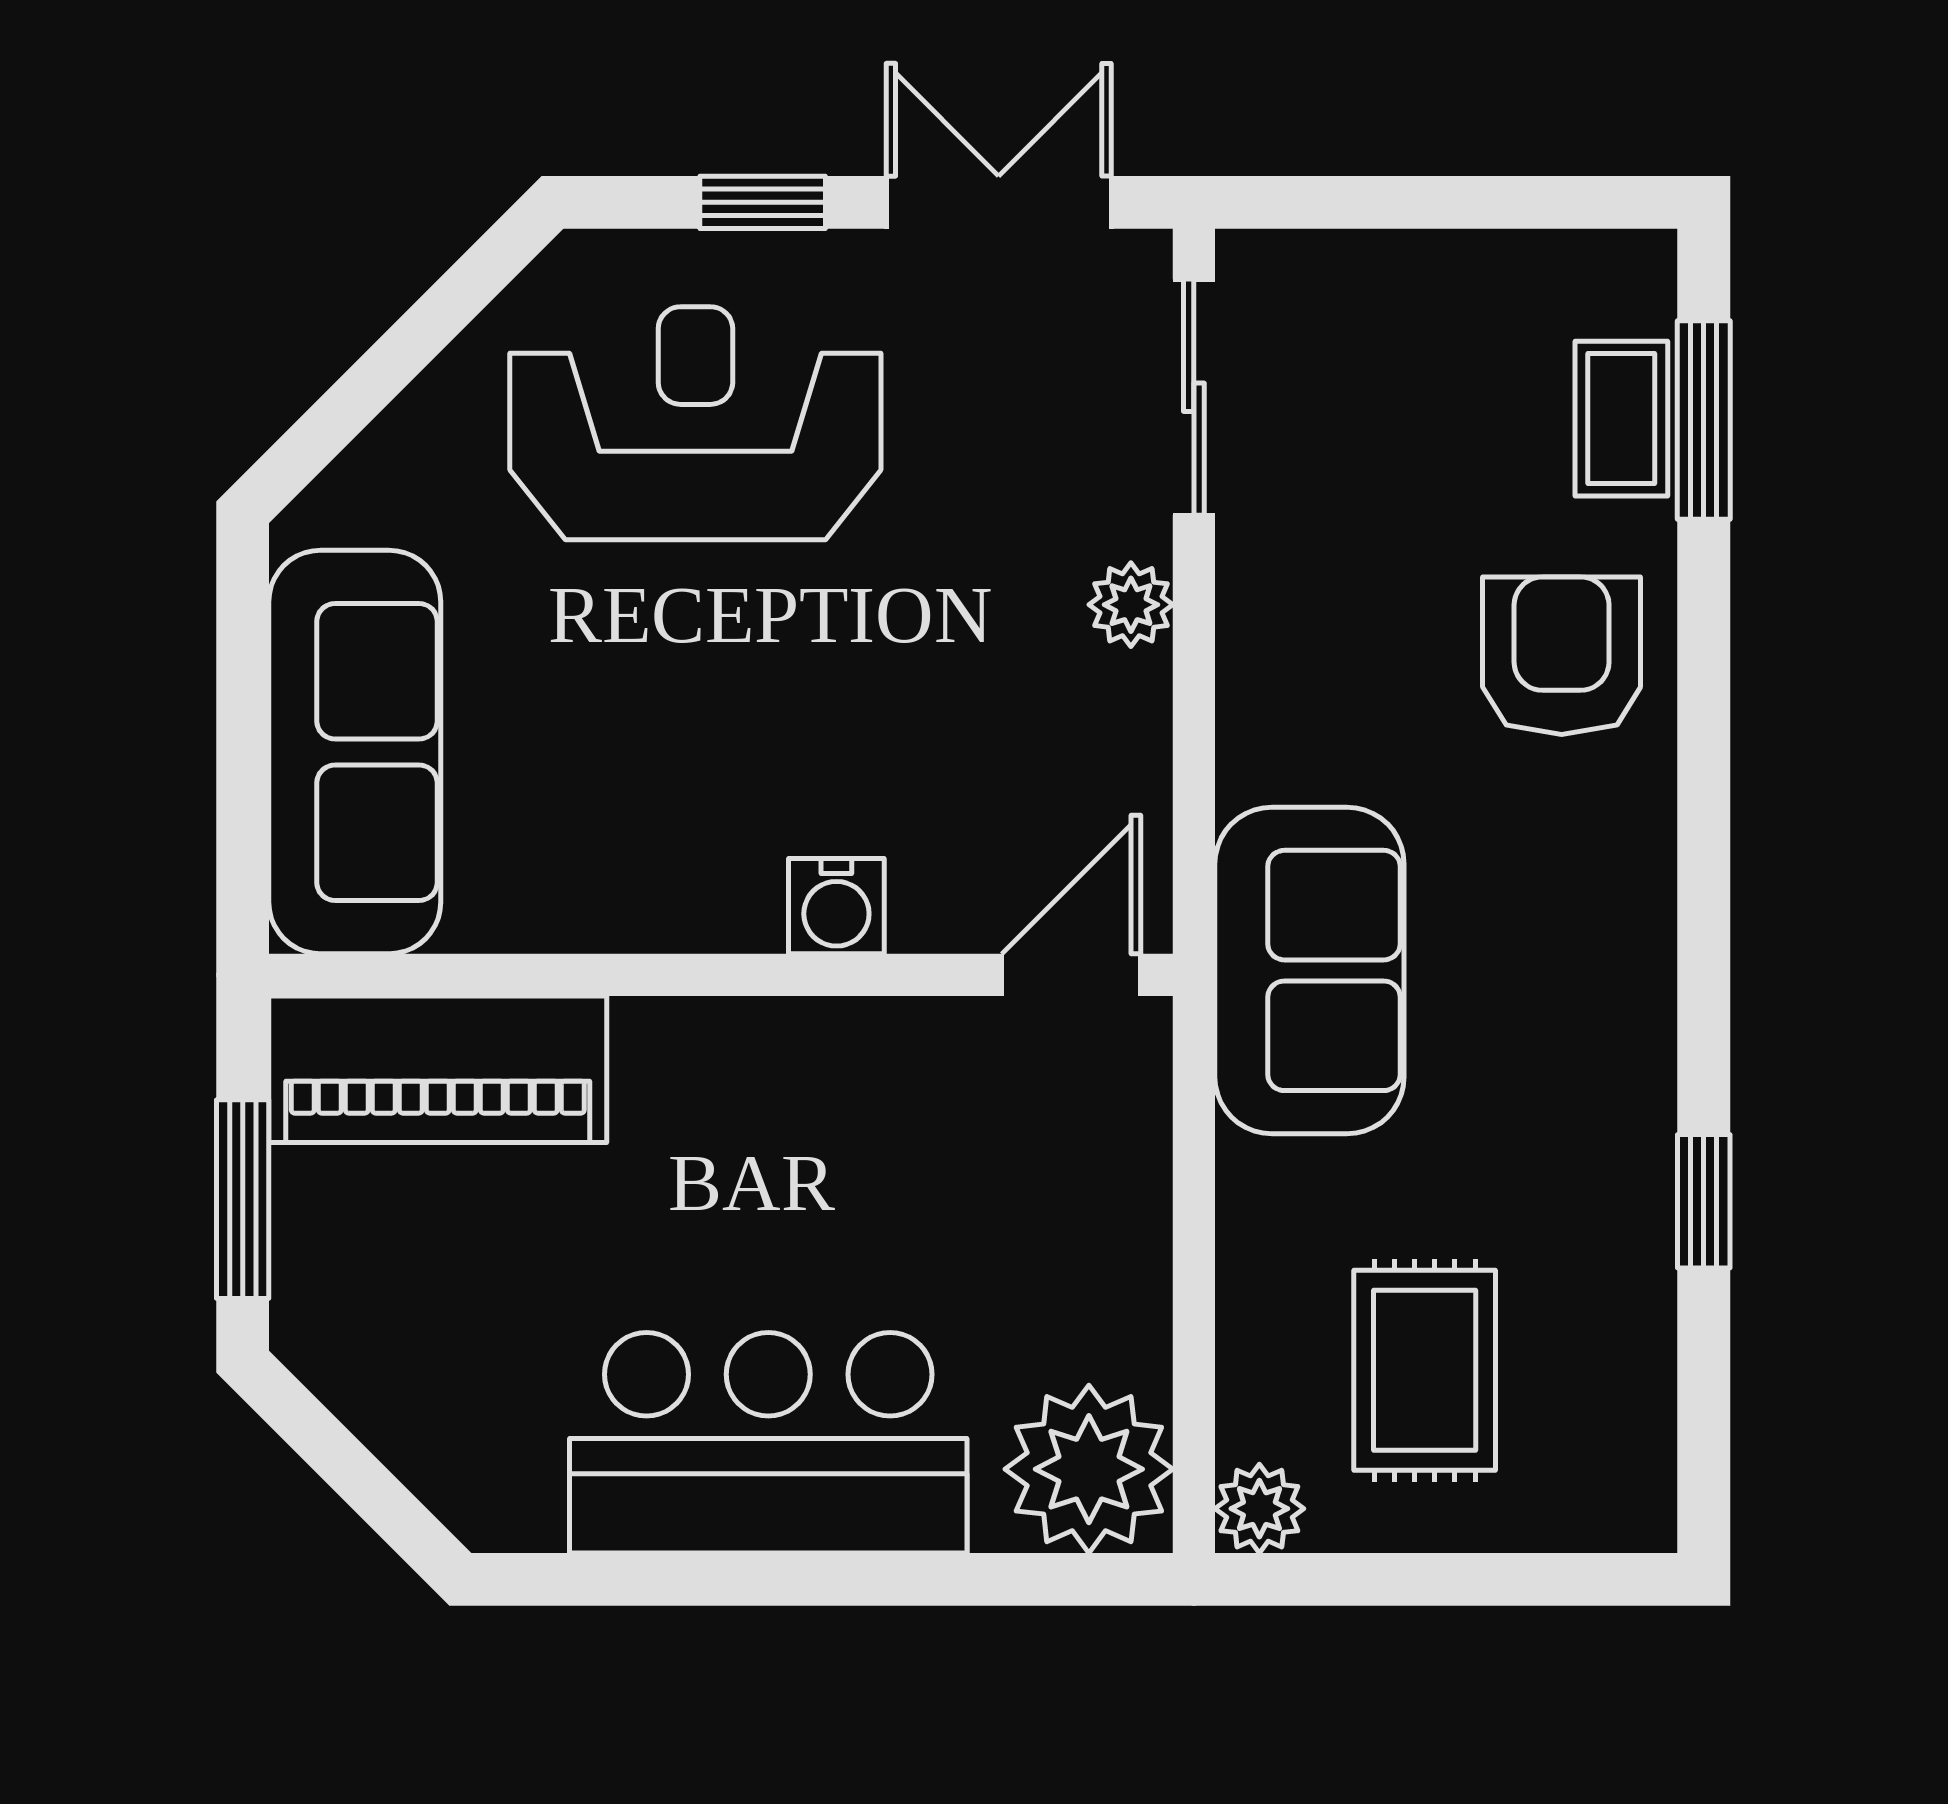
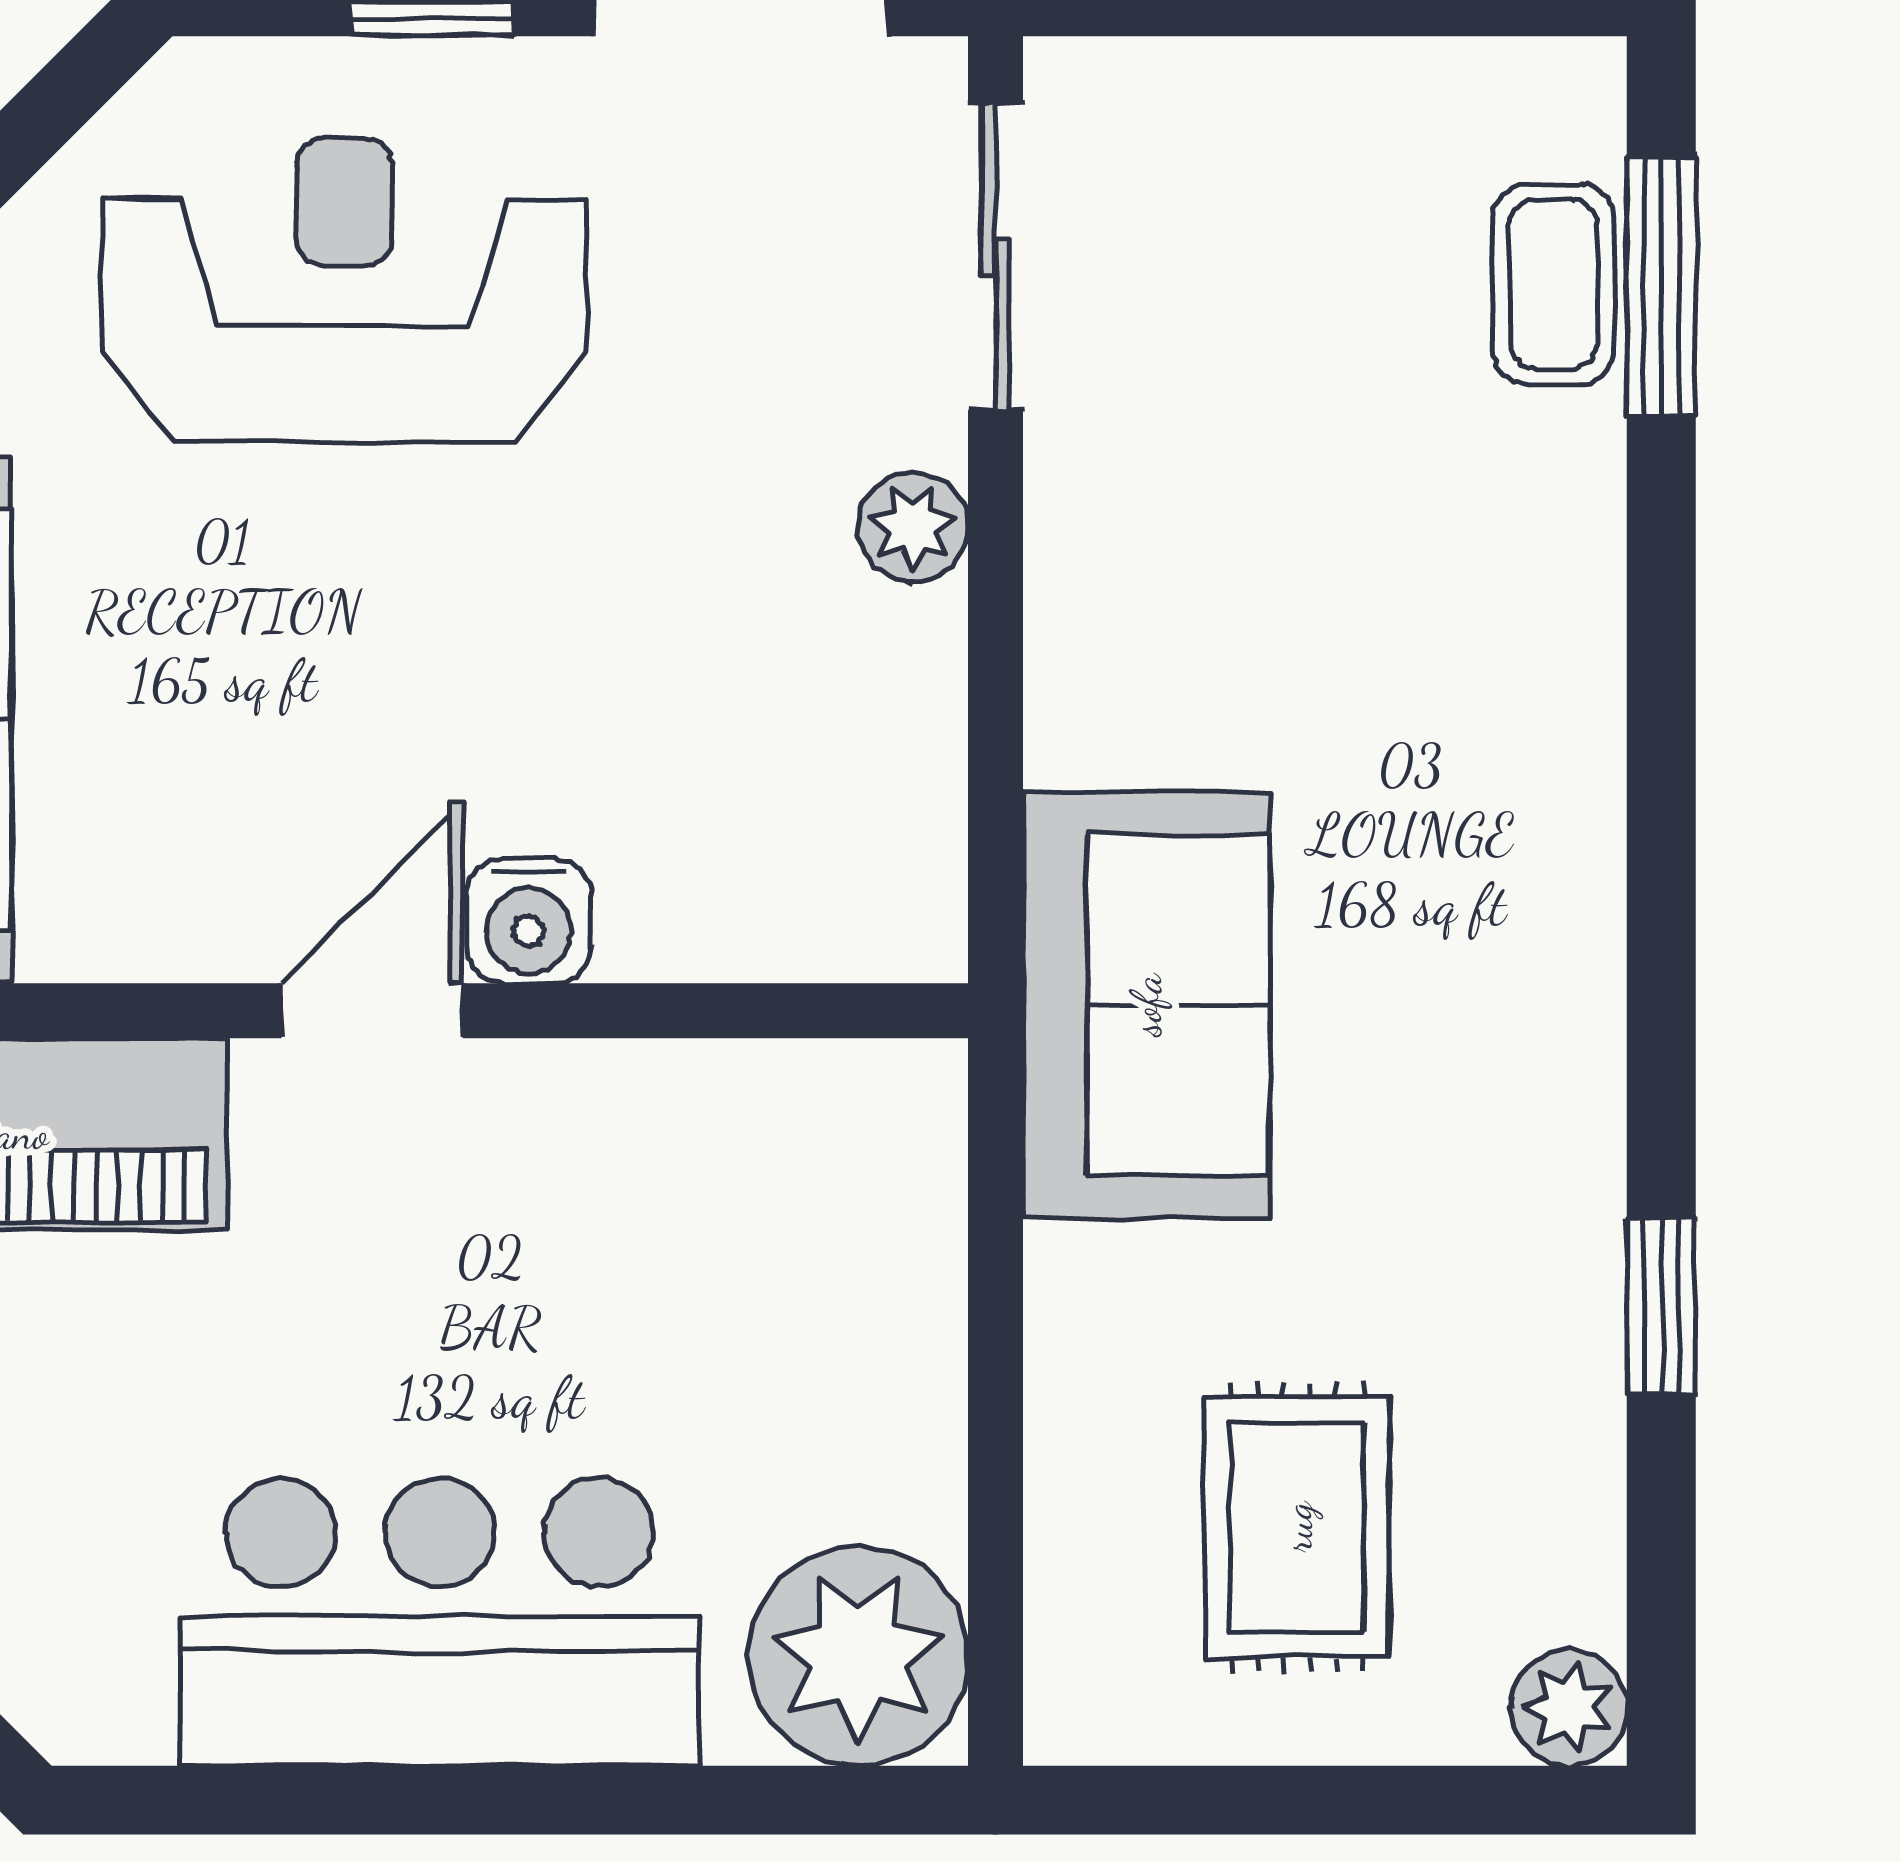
armchair: (1562, 656) -> (1476, 594), removed
door: (1071, 975) -> (372, 1011), moved
plant: (1259, 1509) -> (1569, 1708), moved

